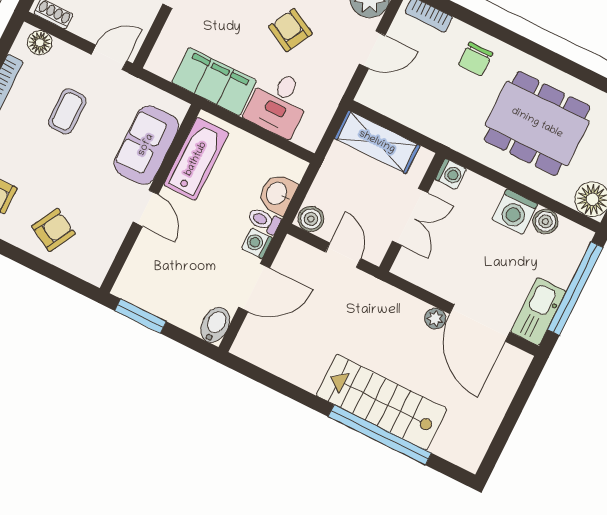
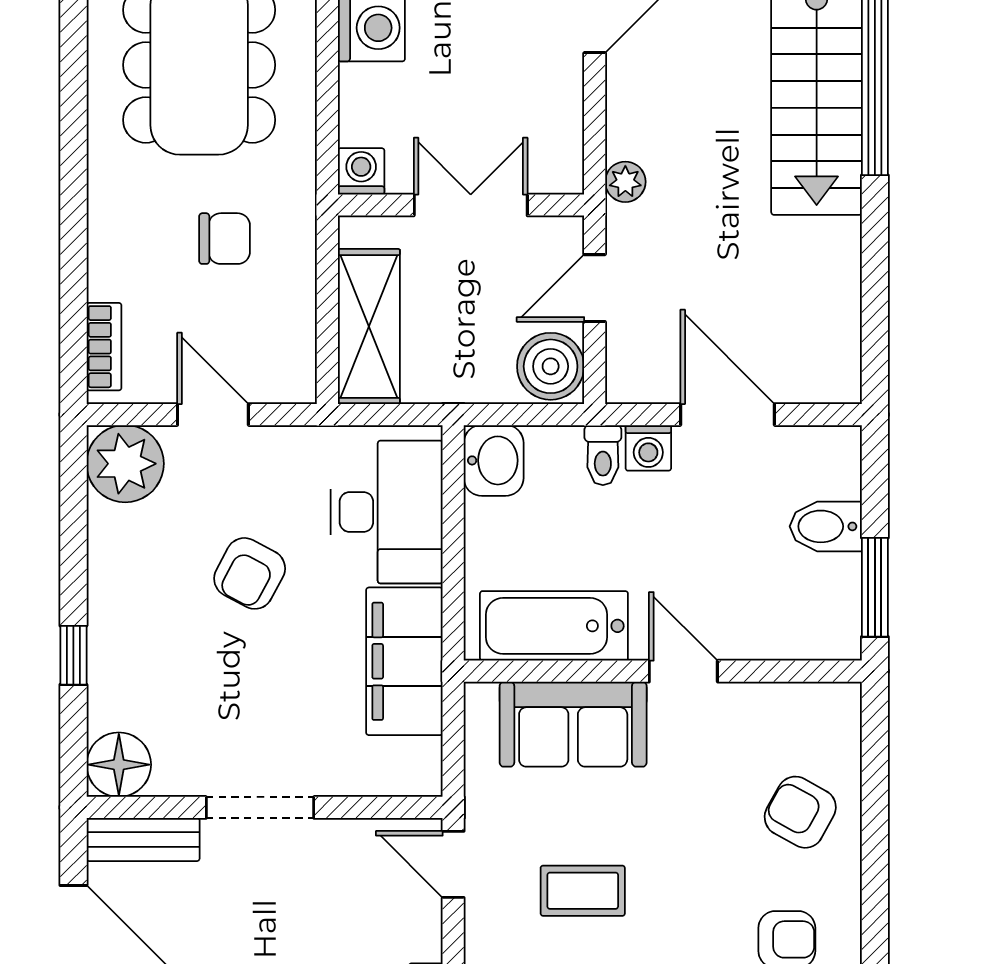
chair: (475, 59) -> (225, 239), moved
desk: (278, 103) -> (387, 512), width x1.37
washbasin: (277, 194) -> (494, 460), moved, turned -90
door: (146, 208) -> (683, 671), hinge flipped
boiler: (311, 219) -> (551, 366), width x1.36, depth x1.36
plant: (435, 319) -> (625, 182), moved
bidet: (215, 325) -> (826, 526), moved

